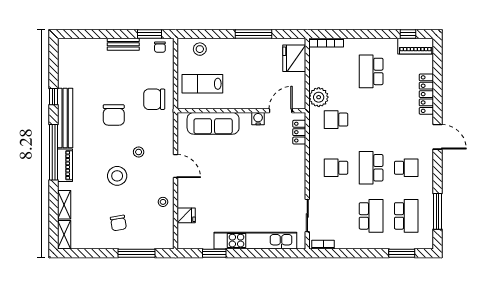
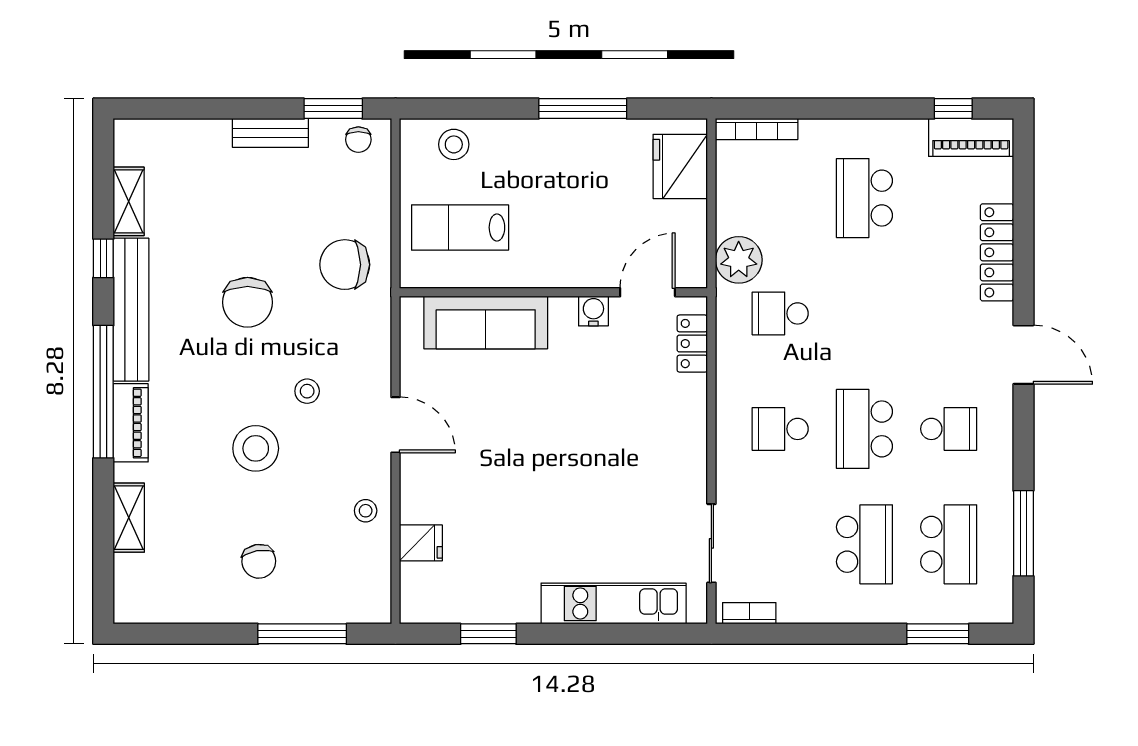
shelving: (64, 235) -> (129, 201), moved
kitchen unit: (255, 241) -> (614, 603), width x0.73

